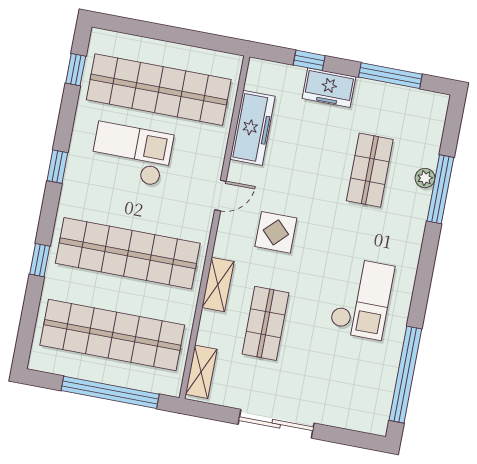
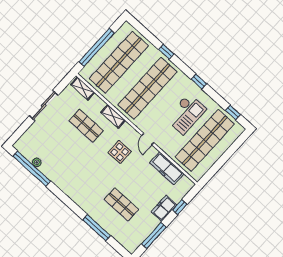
plant: (425, 178) -> (37, 162), moved
checkout: (362, 299) -> (72, 170), removed

